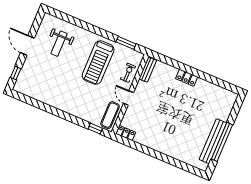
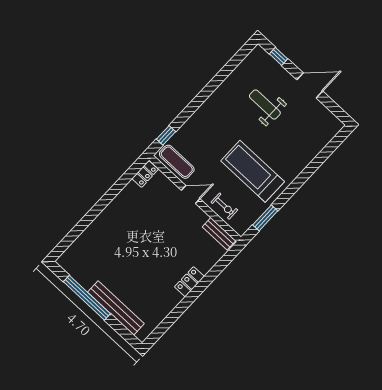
weight bench: (59, 44) -> (265, 104), moved
bench: (213, 141) -> (116, 308), moved

